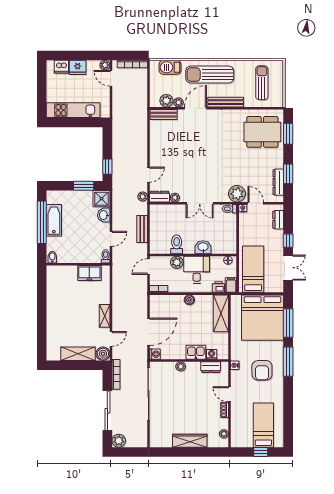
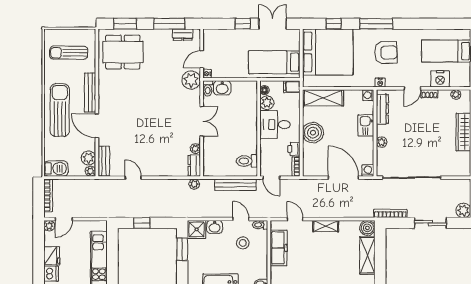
barbecue: (170, 67) -> (56, 169), moved, turned -90
sun lounger: (210, 75) -> (60, 110), turned 180
plant: (178, 102) -> (90, 171), moved
dining table: (262, 132) -> (123, 52), turned 90
window: (107, 167) -> (142, 223), moved
window: (288, 174) -> (169, 24), width x1.44
door: (148, 175) -> (133, 178), moved
dresser: (278, 182) -> (183, 35), width x0.70
dresser: (278, 220) -> (220, 35), removed
bench: (142, 229) -> (235, 185), width x1.36
stool: (89, 241) -> (243, 243), added
toilet: (177, 244) -> (247, 161), moved
washbasin: (203, 247) -> (222, 88), moved, turned -90
plant: (177, 262) -> (267, 103), moved
freezer: (89, 273) -> (279, 248), width x1.40
printer: (218, 287) -> (294, 149), moved
boiler: (189, 300) -> (313, 133), width x1.86, depth x1.86
window: (288, 323) -> (334, 24), width x0.46
door: (111, 339) -> (295, 219), moved
washing machine: (212, 354) -> (368, 95), moved
dresser: (211, 367) -> (382, 109), width x1.44
sliding door: (107, 411) -> (430, 223), width x0.73
nightstand: (238, 420) -> (440, 79), added

